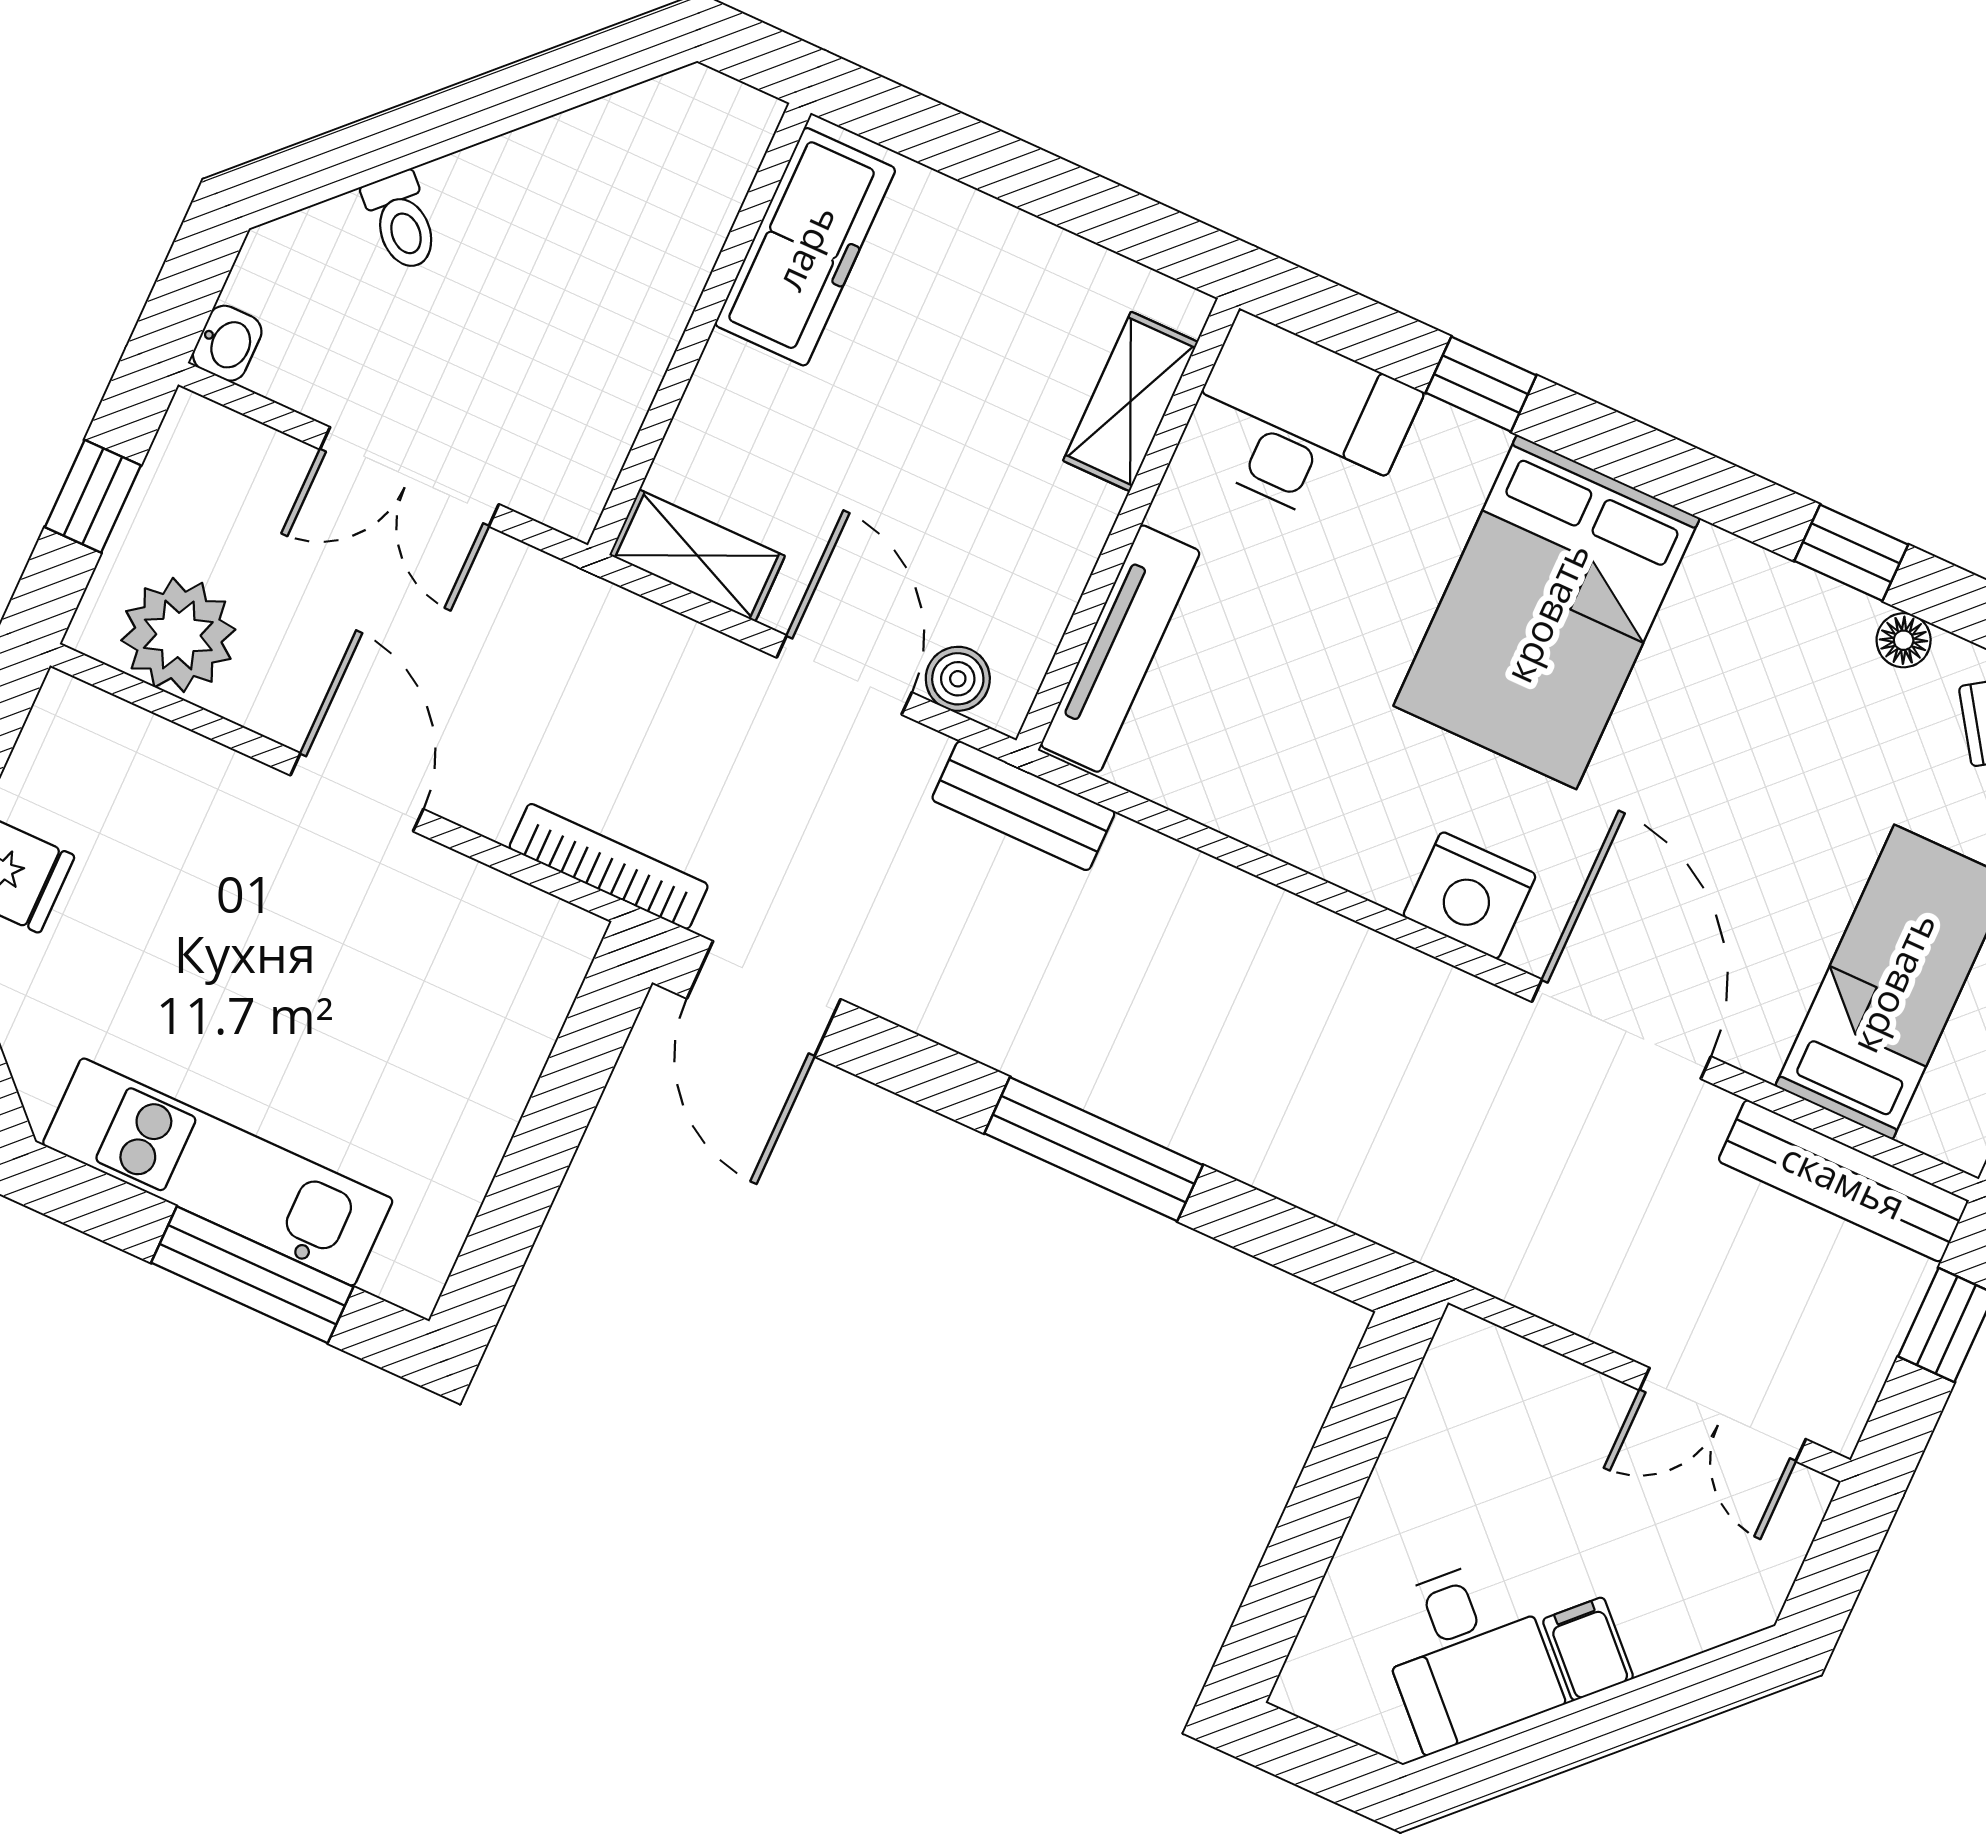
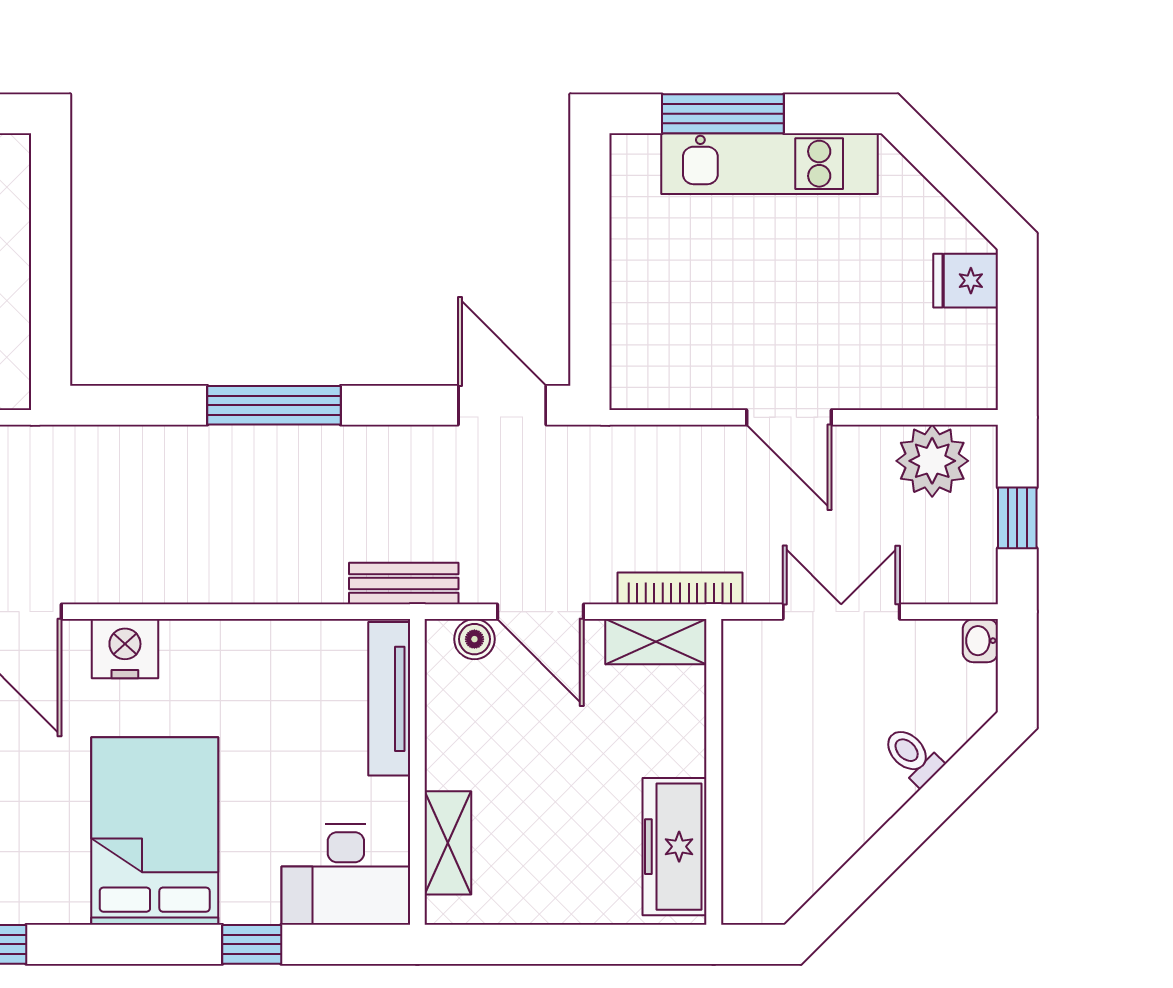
bookcase: (609, 866) -> (680, 588), moved, turned 180

